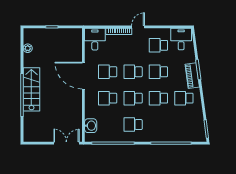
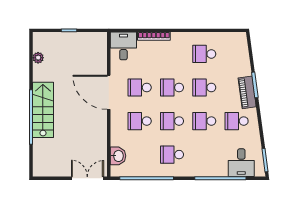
door: (138, 27) -> (178, 30), removed
desk: (181, 39) -> (241, 163), moved, turned 180

